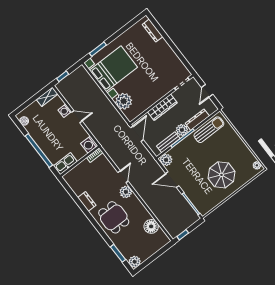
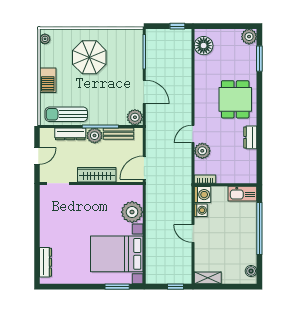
washing machine: (65, 111) -> (201, 210), moved
barbecue: (236, 142) -> (48, 80), added
plant: (126, 192) -> (202, 151), moved
floor lamp: (151, 226) -> (204, 46), moved

